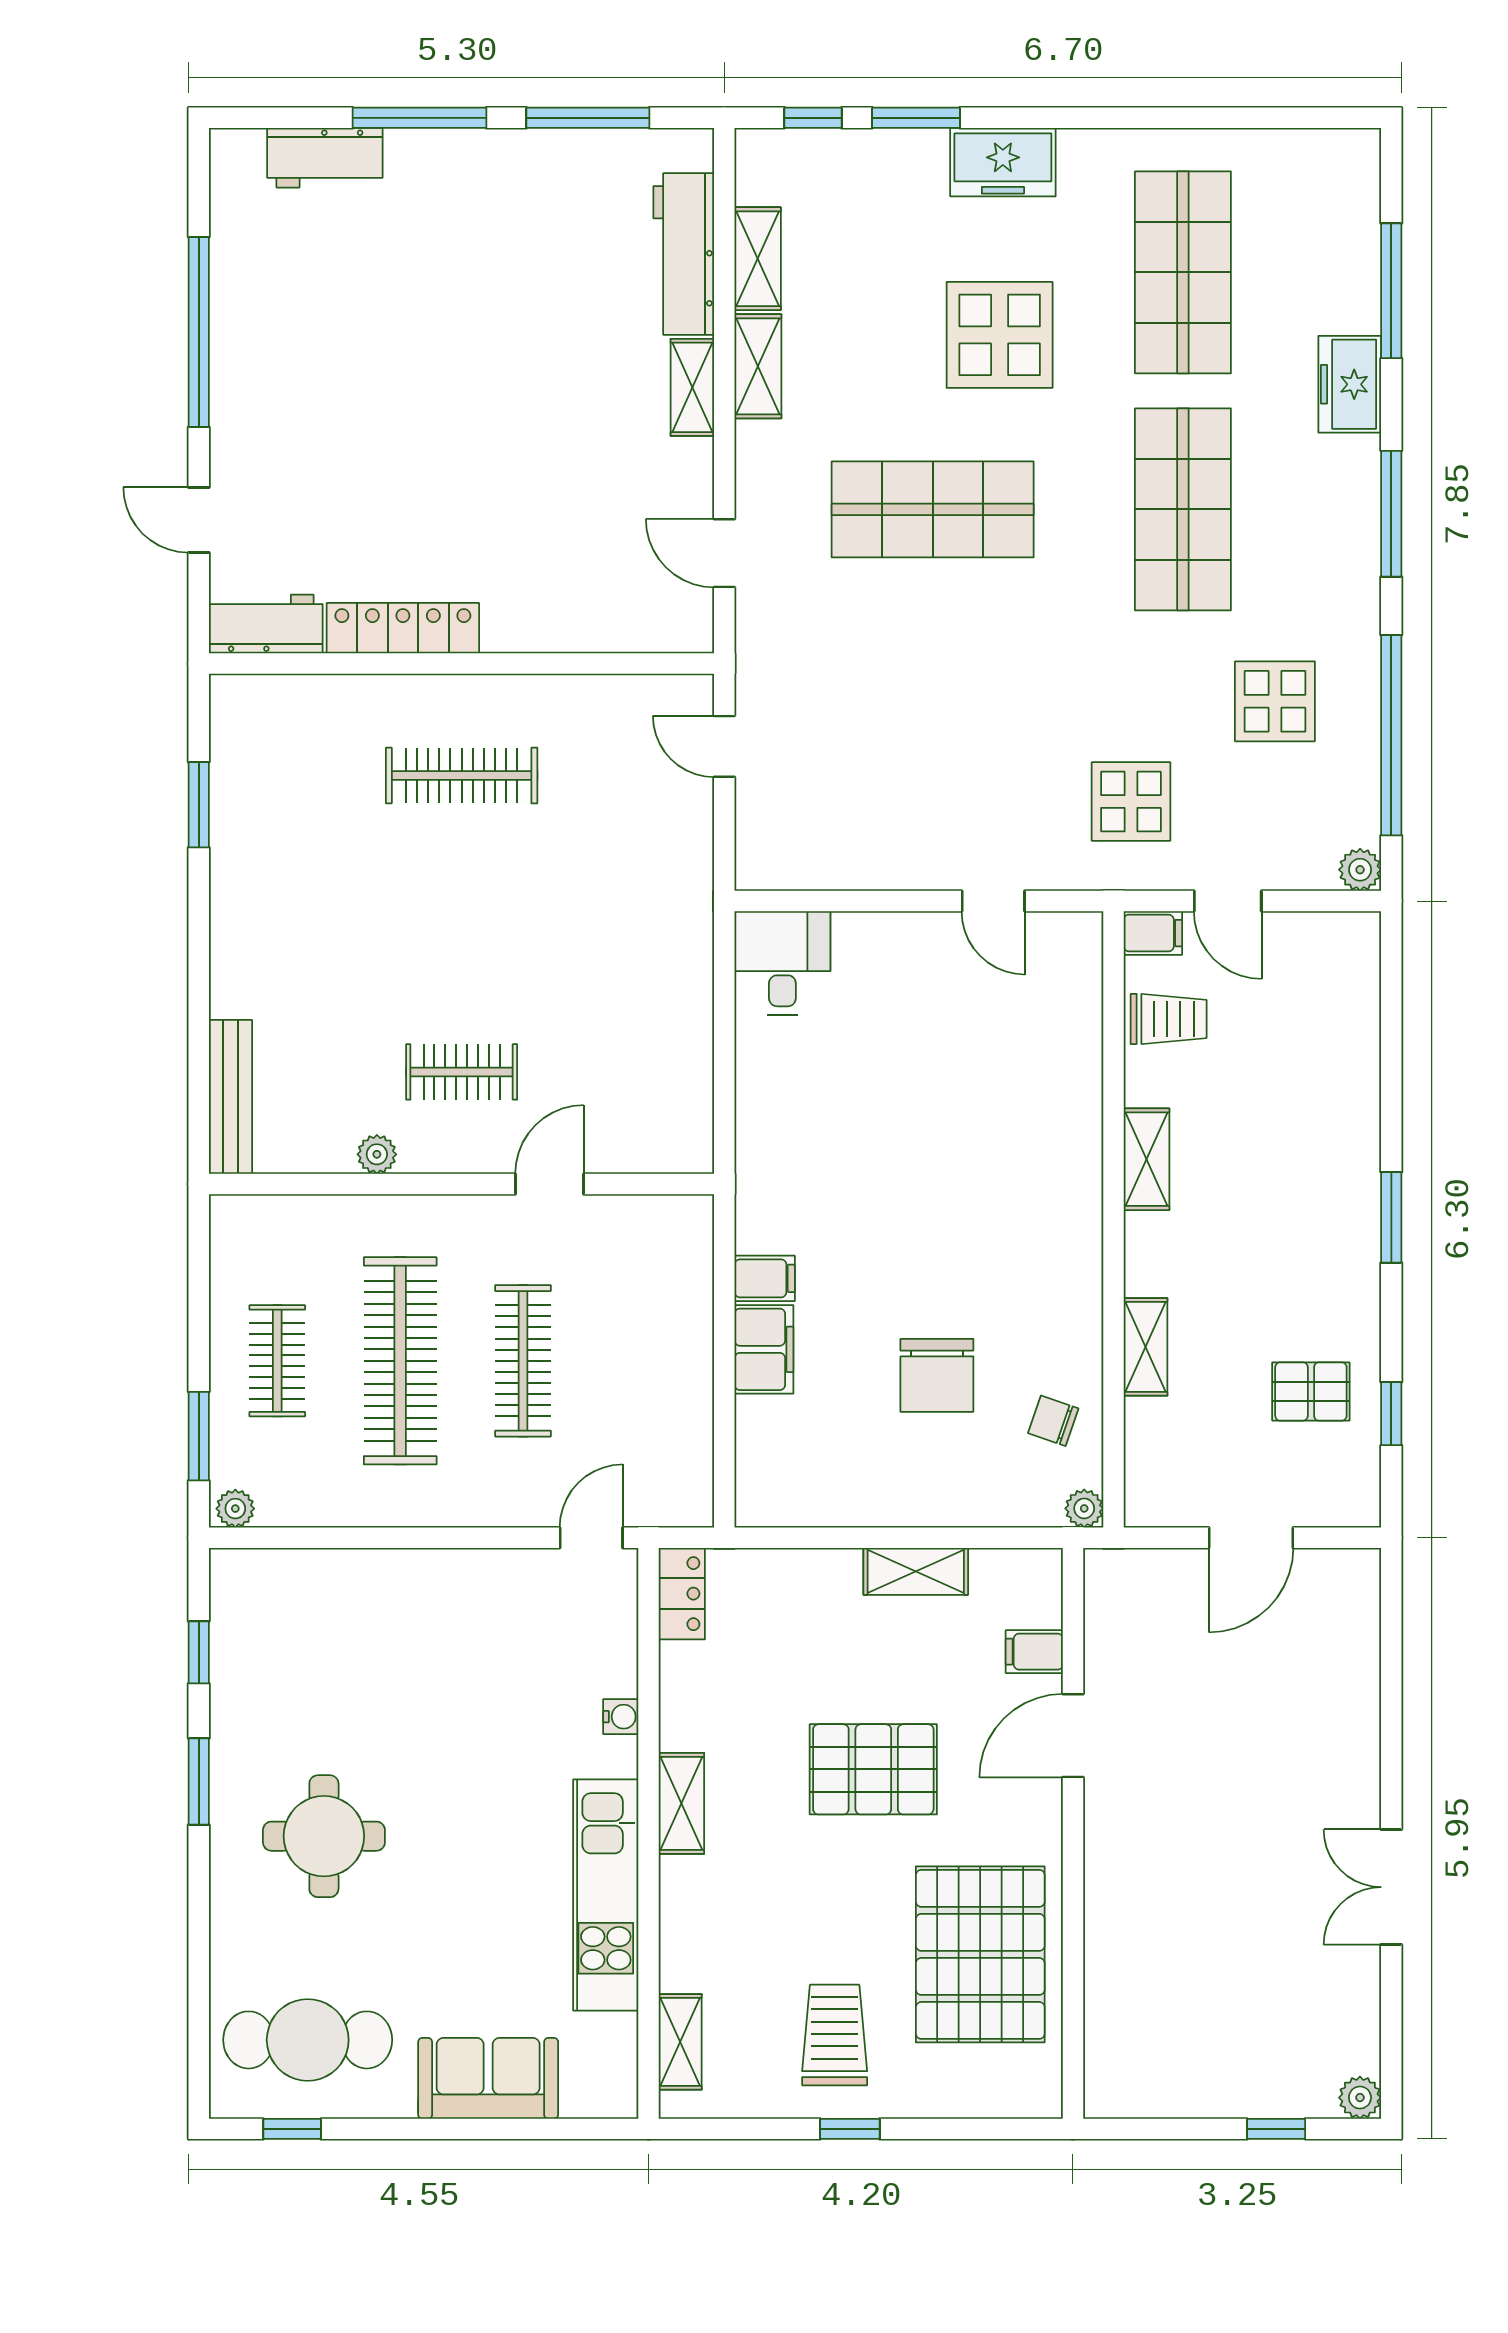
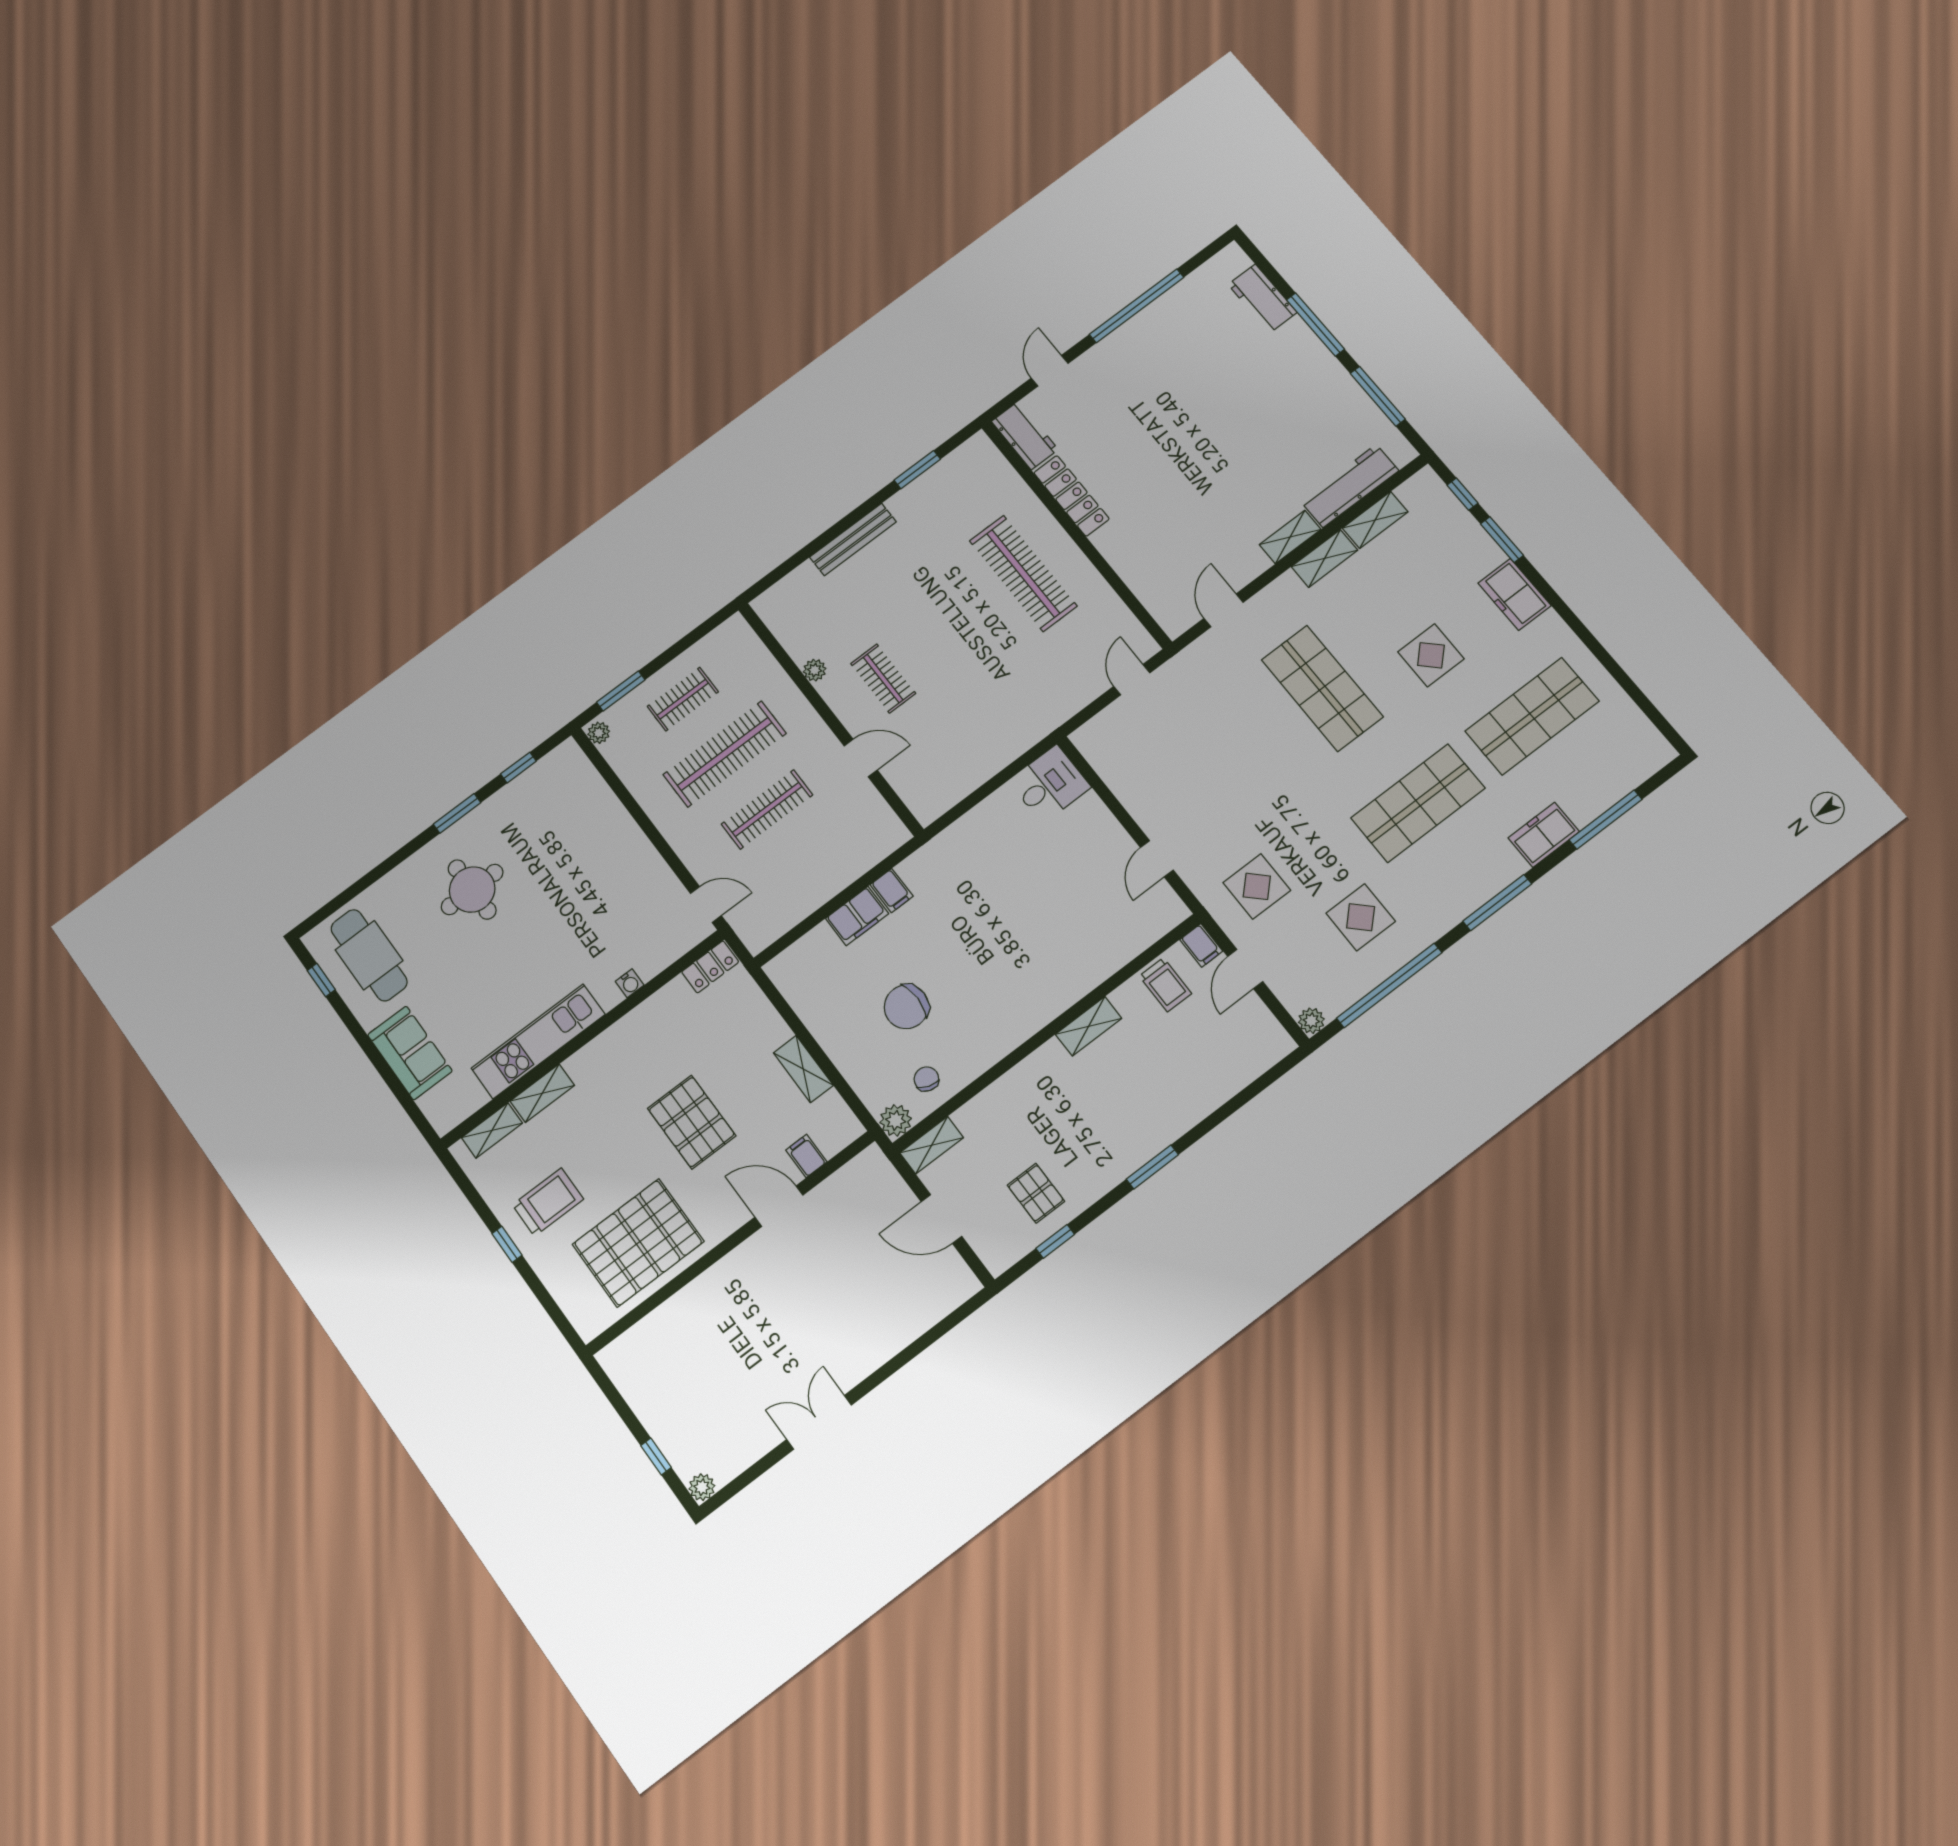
display table: (1000, 335) -> (1431, 655), width x0.73, depth x0.73
clothes rail: (462, 776) -> (1023, 573), width x1.37, depth x1.31
bench: (230, 1097) -> (853, 539), moved
shelving: (1145, 1347) -> (932, 1145), moved
plant: (1084, 1508) -> (896, 1120), width x1.38, depth x1.38
shelving: (681, 1803) -> (542, 1093), moved

